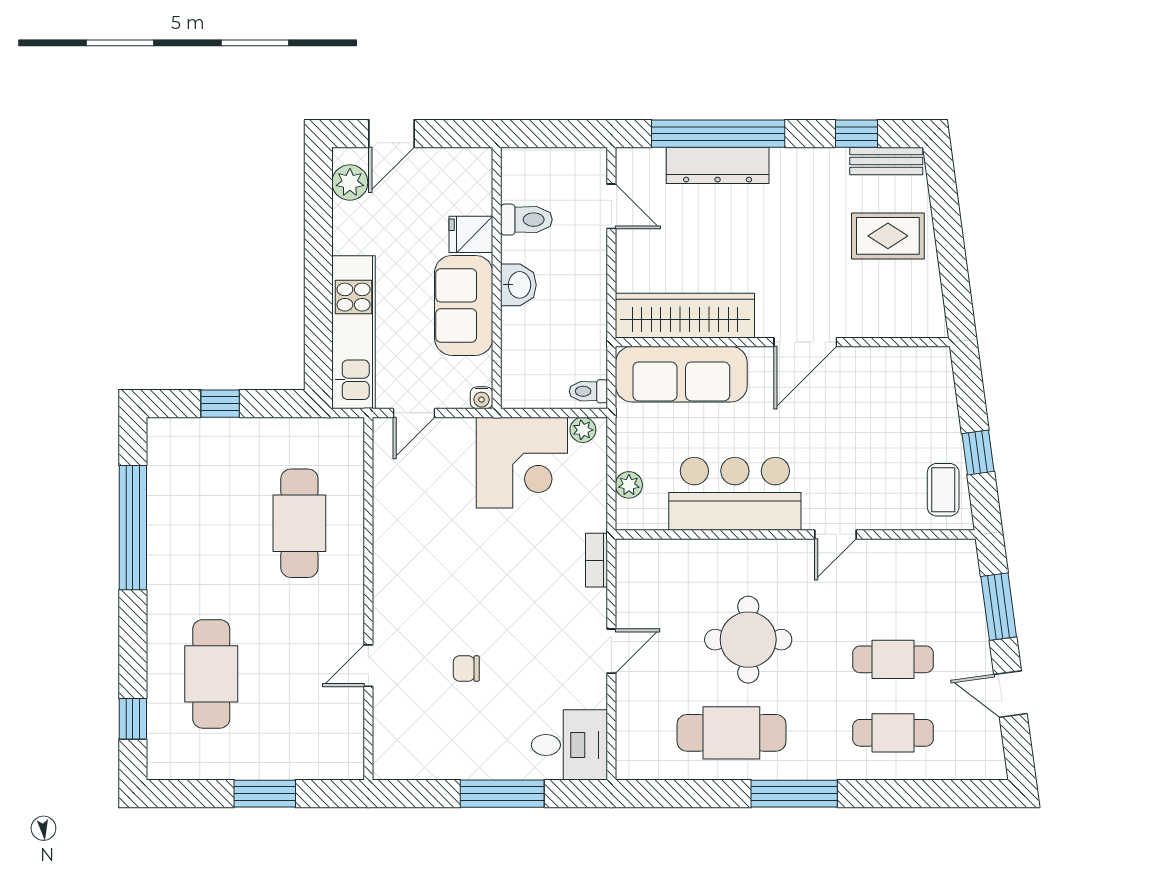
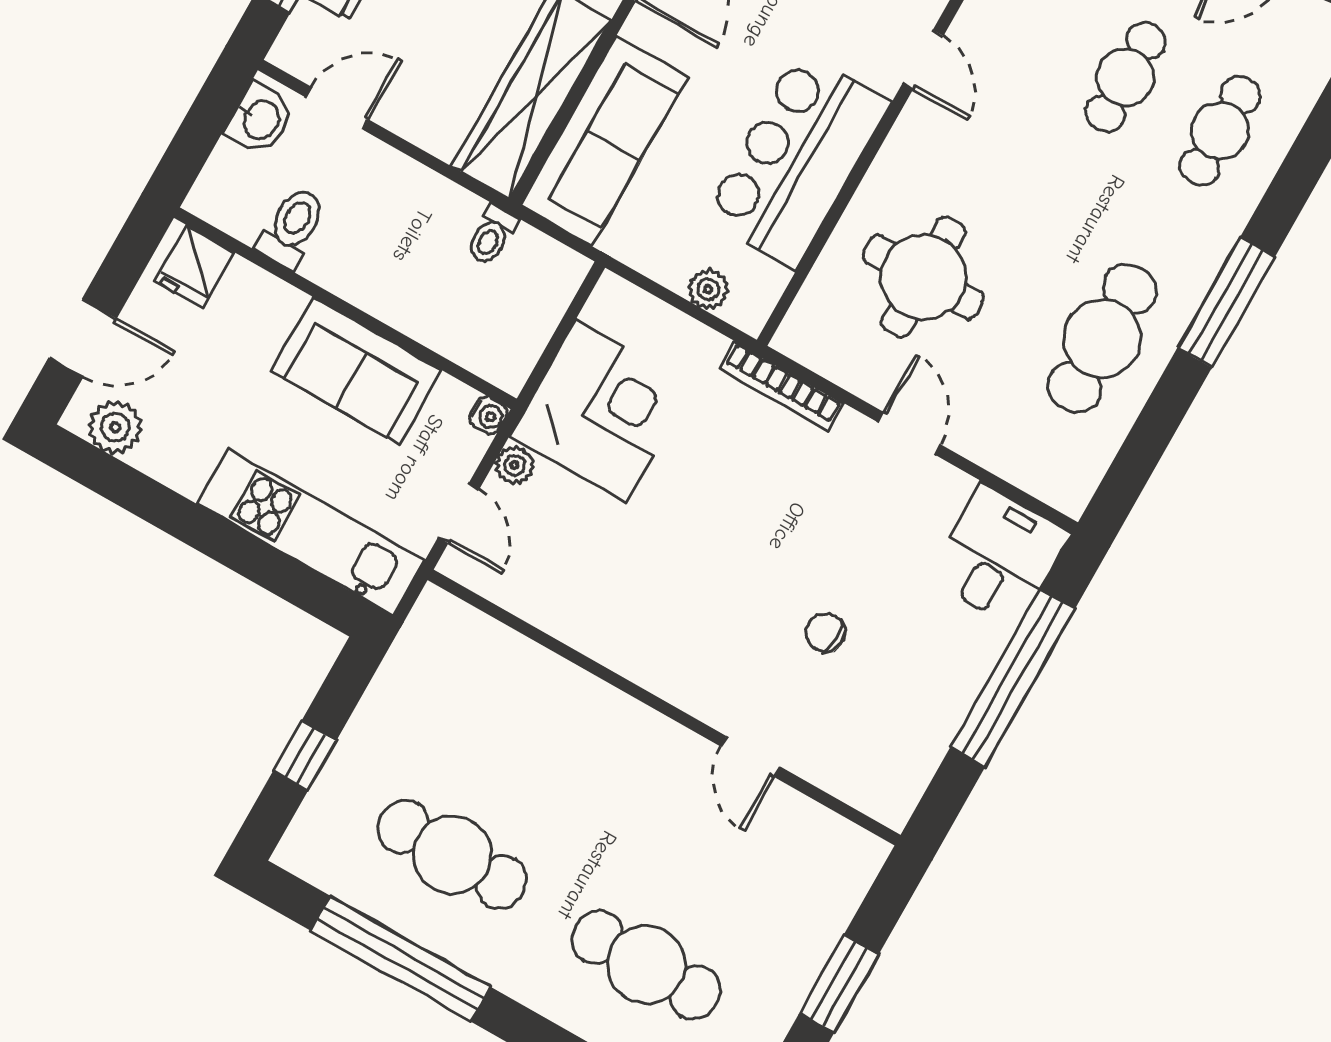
door: (391, 134) -> (83, 338), hinge flipped
fridge: (471, 234) -> (195, 267), moved
washbasin: (518, 285) -> (260, 119), moved, turned 90
toilet: (588, 391) -> (492, 235), moved
plant: (583, 430) -> (514, 465), moved
cafe table: (299, 523) -> (452, 855), moved
bookcase: (597, 560) -> (781, 386), width x1.56
round table: (748, 640) -> (923, 277), moved
chair: (466, 668) -> (826, 633), turned 90
window: (502, 794) -> (1013, 678), width x1.46

